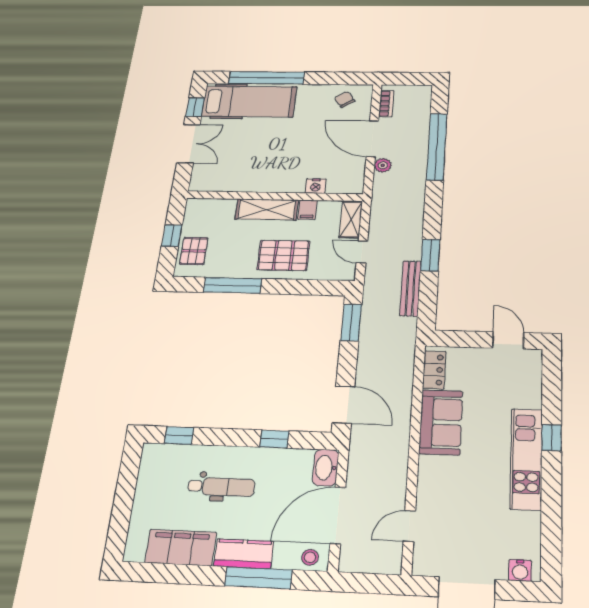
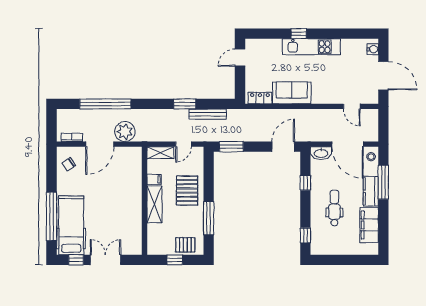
plant: (383, 165) -> (125, 132), width x1.87, depth x1.87
nightstand: (316, 186) -> (136, 176), removed

